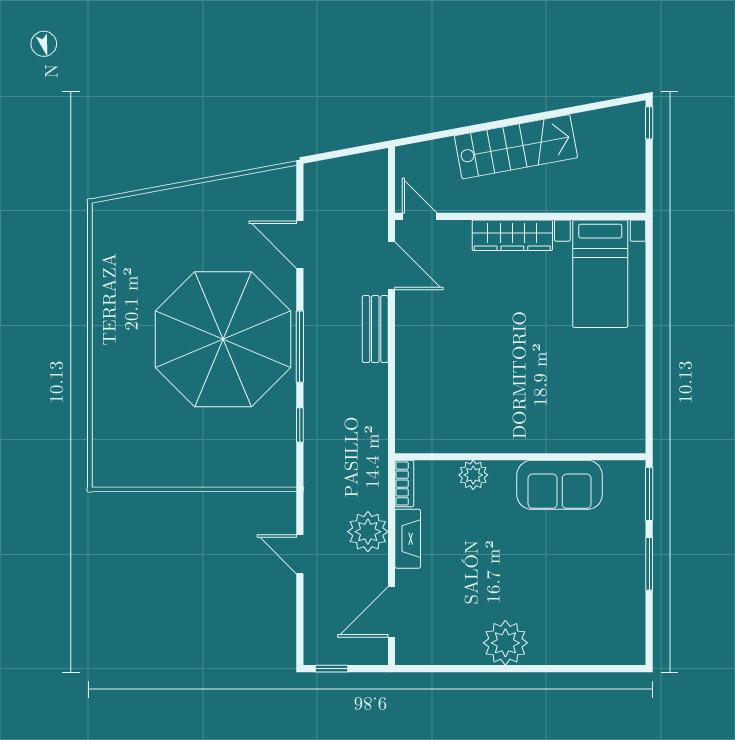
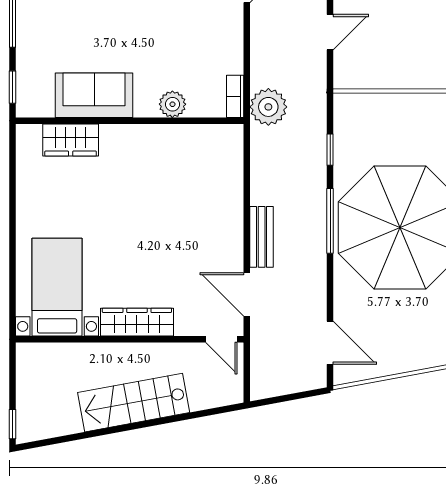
door: (300, 245) -> (330, 343), moved
wardrobe: (585, 436) -> (71, 140), added
window: (649, 494) -> (13, 87), width x0.67
plant: (368, 532) -> (268, 107), moved
fireplace: (408, 539) -> (232, 46), removed
door: (300, 554) -> (330, 32), hinge flipped

